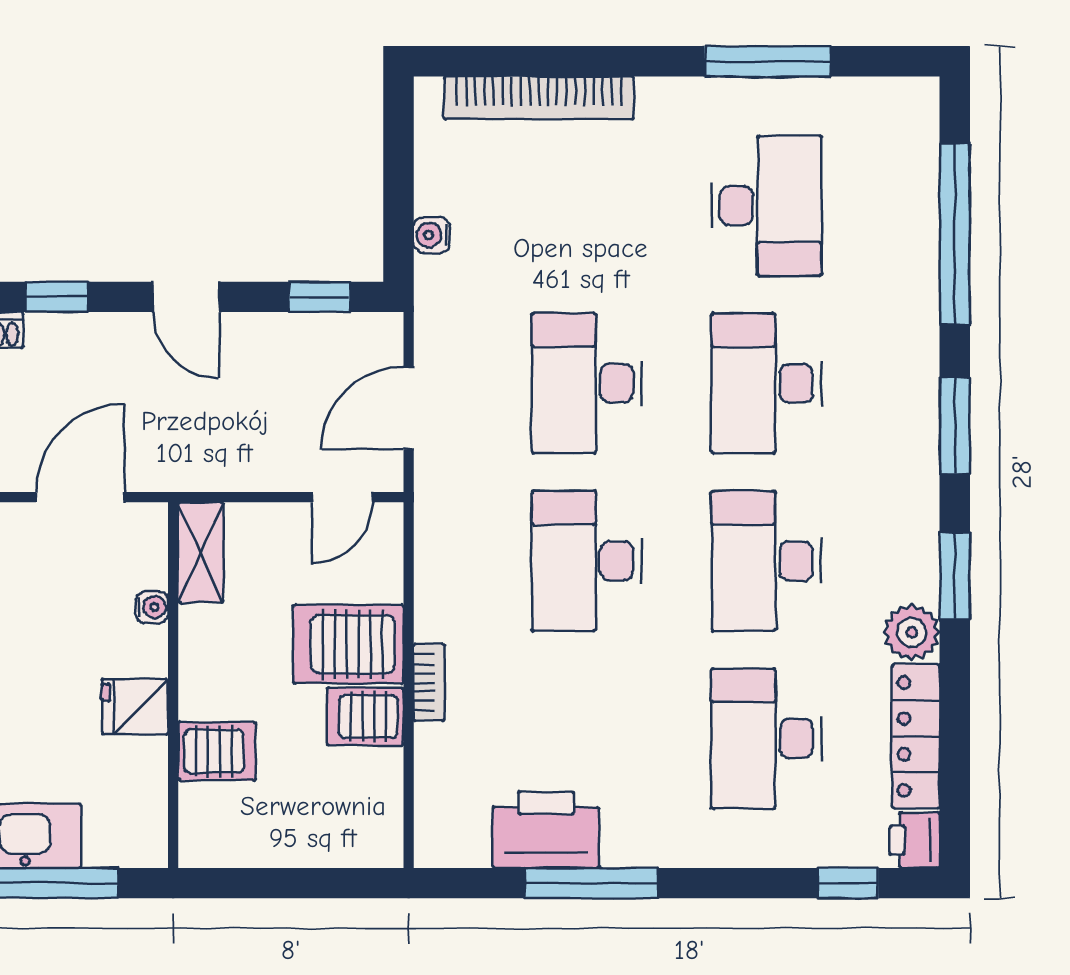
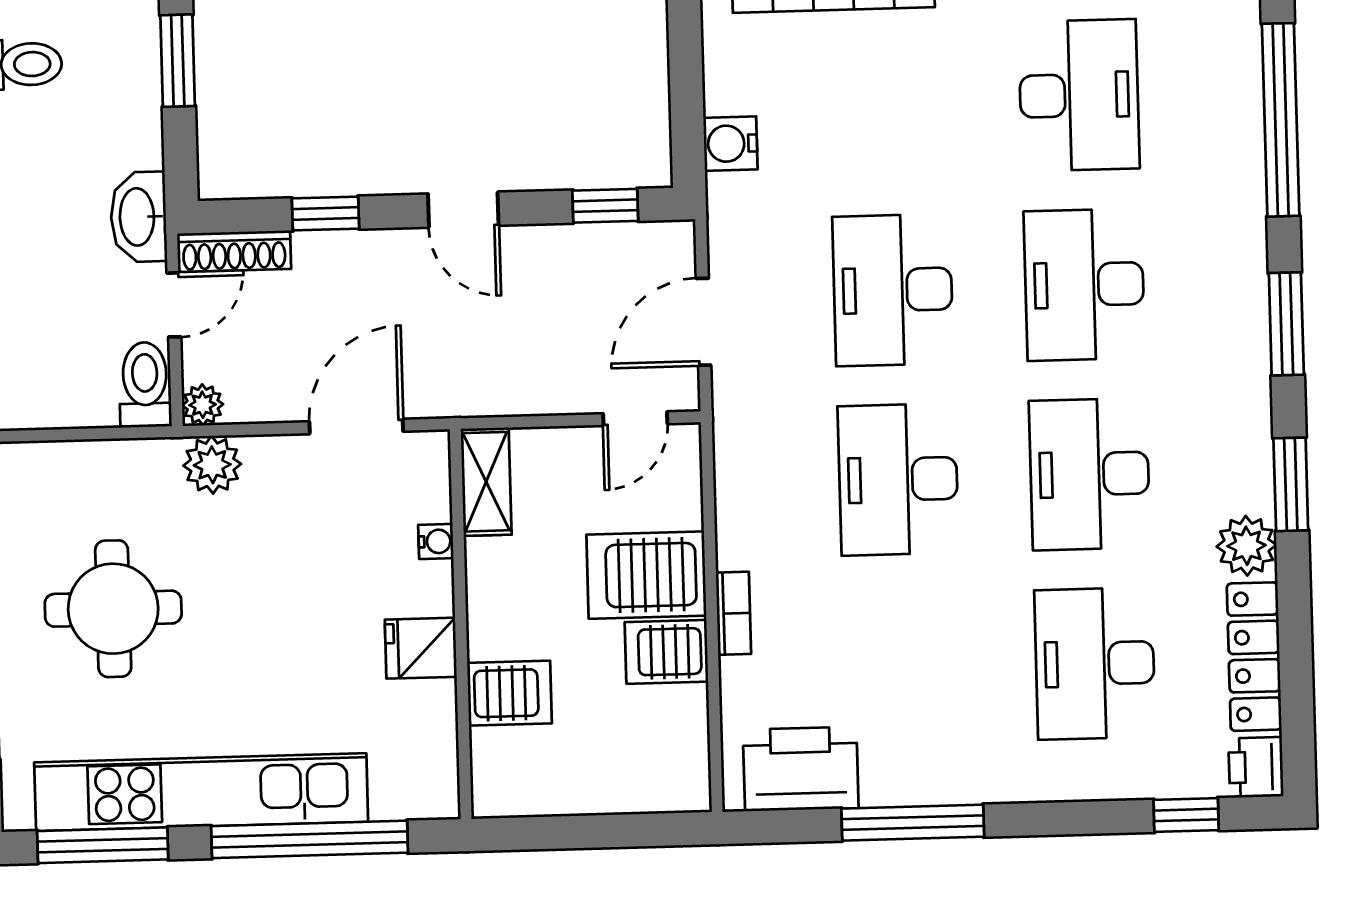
water cooler: (432, 235) -> (730, 144), width x1.38, depth x1.38
printer: (546, 830) -> (801, 769), moved

